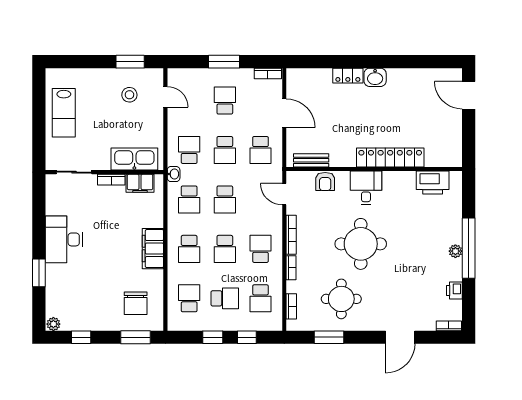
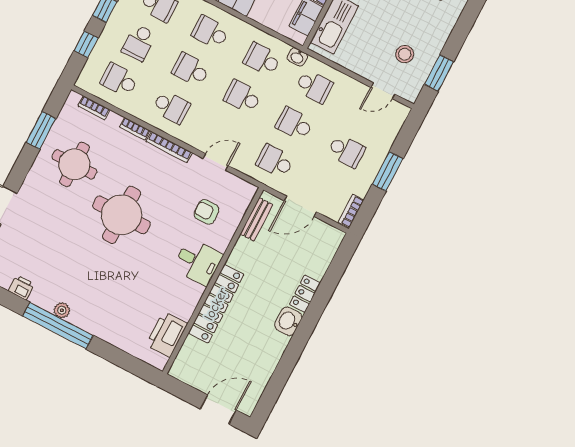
locker: (390, 157) -> (216, 304), moved
bench: (311, 160) -> (257, 219), moved
wall: (374, 169) -> (213, 281), moved
printer: (433, 183) -> (167, 334), moved
desk: (366, 188) -> (198, 262), moved

